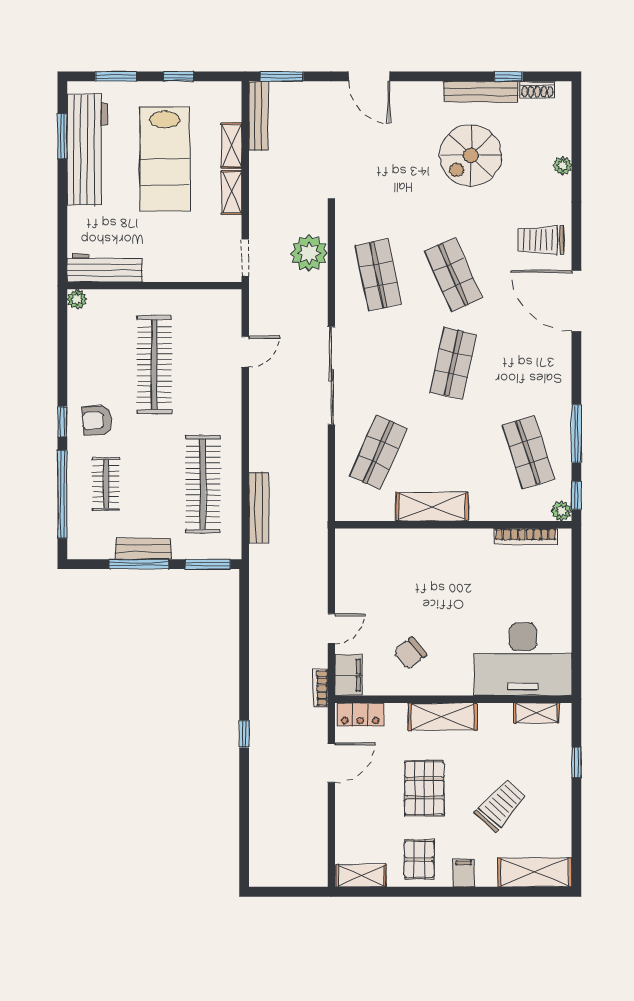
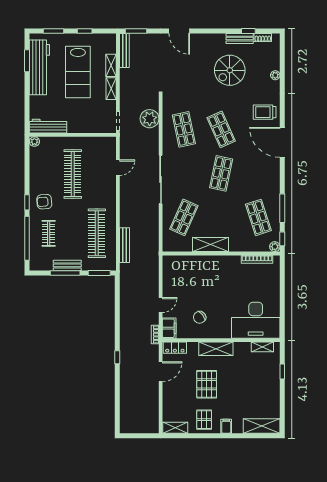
bench: (481, 92) -> (240, 39), width x0.73
trolley: (501, 805) -> (245, 393), removed

